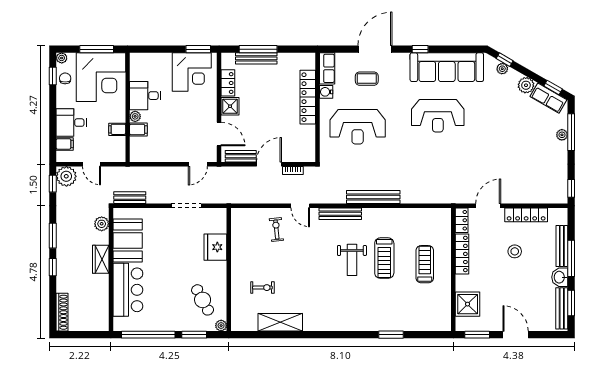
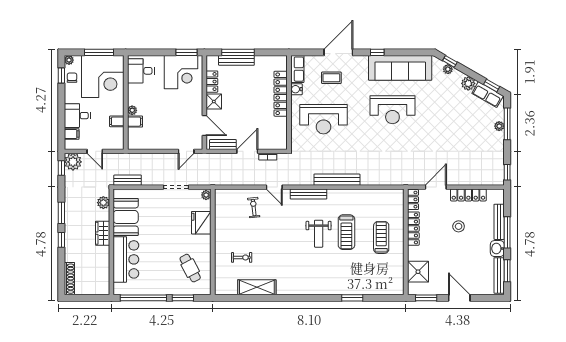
desk: (145, 96) -> (141, 71), moved
plant: (221, 326) -> (206, 195), moved

